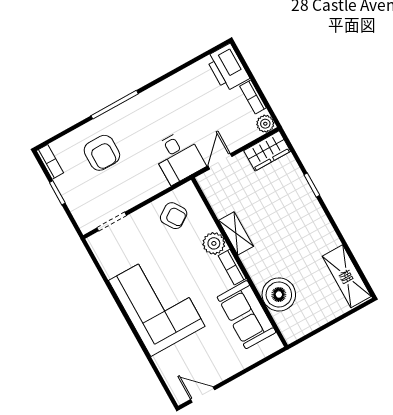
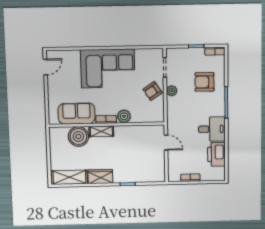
printer: (228, 68) -> (216, 154), moved, turned -90
plant: (265, 124) -> (172, 91), moved
wardrobe: (267, 151) -> (100, 177), moved, turned 90
desk: (178, 157) -> (212, 129), moved, turned 180
armchair: (174, 216) -> (153, 91), moved
shelving: (236, 233) -> (101, 131), moved

